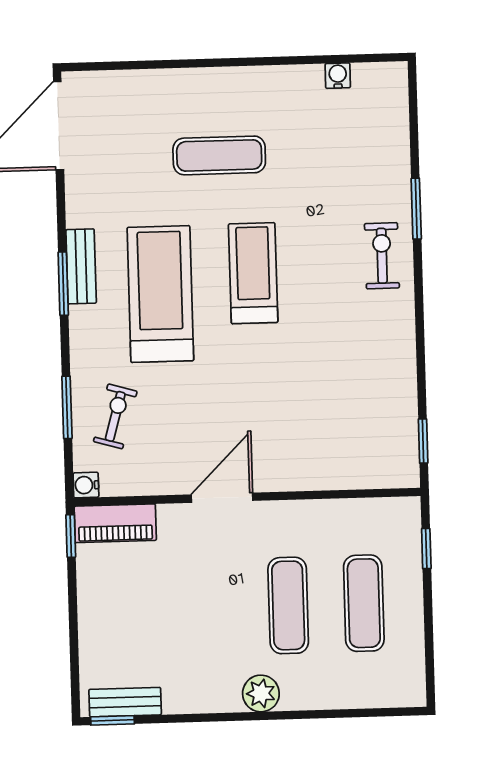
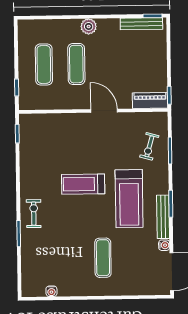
exercise mat: (219, 155) -> (103, 258), turned 90
exercise bike: (382, 256) -> (34, 214), turned 180
bench: (81, 266) -> (163, 217), width x1.36
treadmill: (253, 273) -> (83, 184), moved, turned 90
water cooler: (86, 485) -> (164, 245), moved
door: (222, 498) -> (104, 111), swing flipped
bench: (125, 702) -> (141, 24), width x1.36

